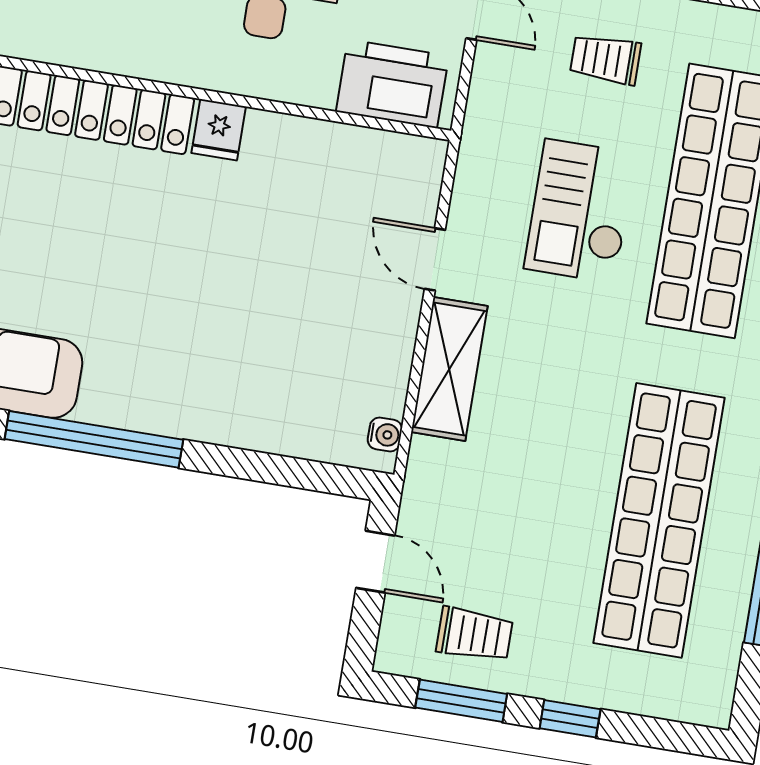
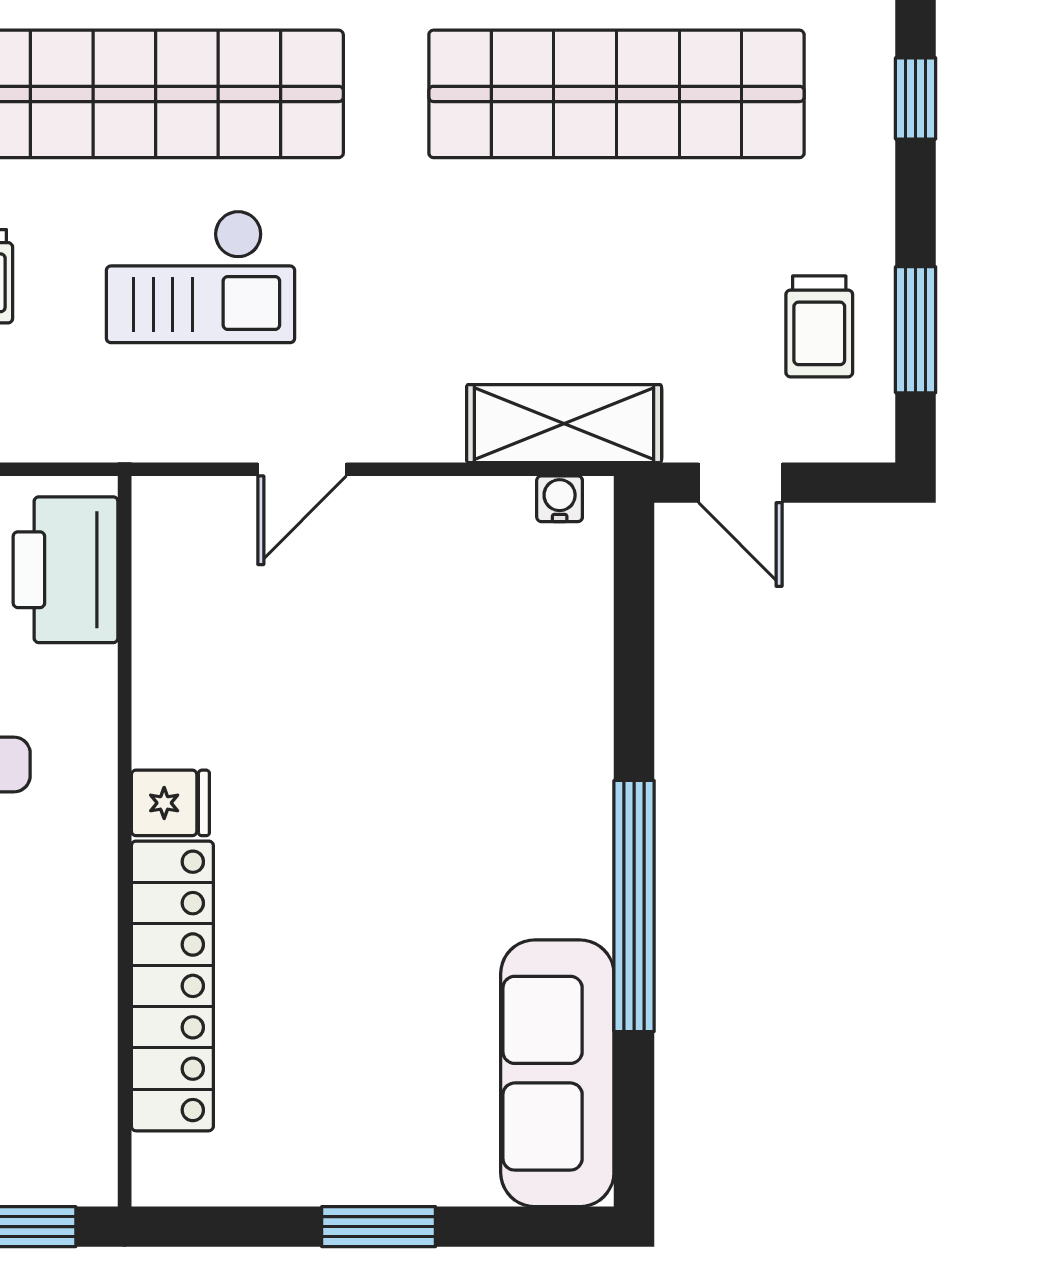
shelving: (449, 369) -> (564, 424), moved
door: (375, 562) -> (740, 483), swing flipped
trolley: (475, 634) -> (819, 326), turned 180
window: (570, 719) -> (916, 98), moved

